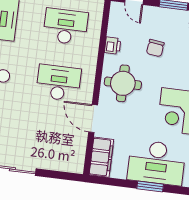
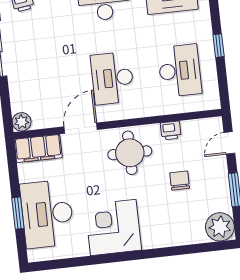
chair: (155, 48) -> (180, 181), turned 83
desk: (59, 83) -> (112, 78), turned 180
plant: (76, 166) -> (22, 122), added

